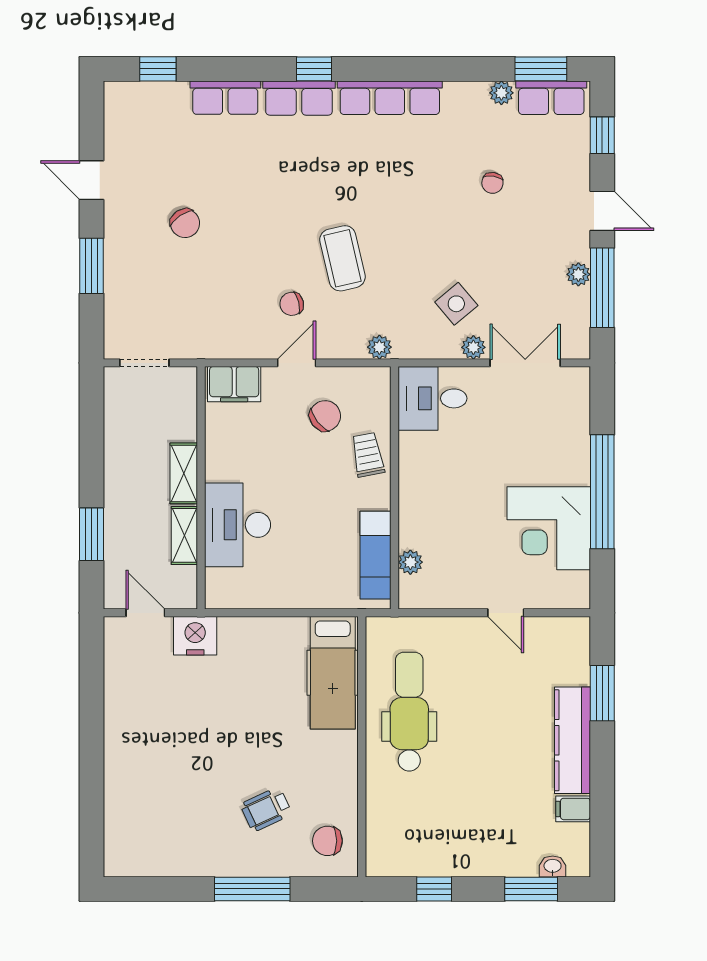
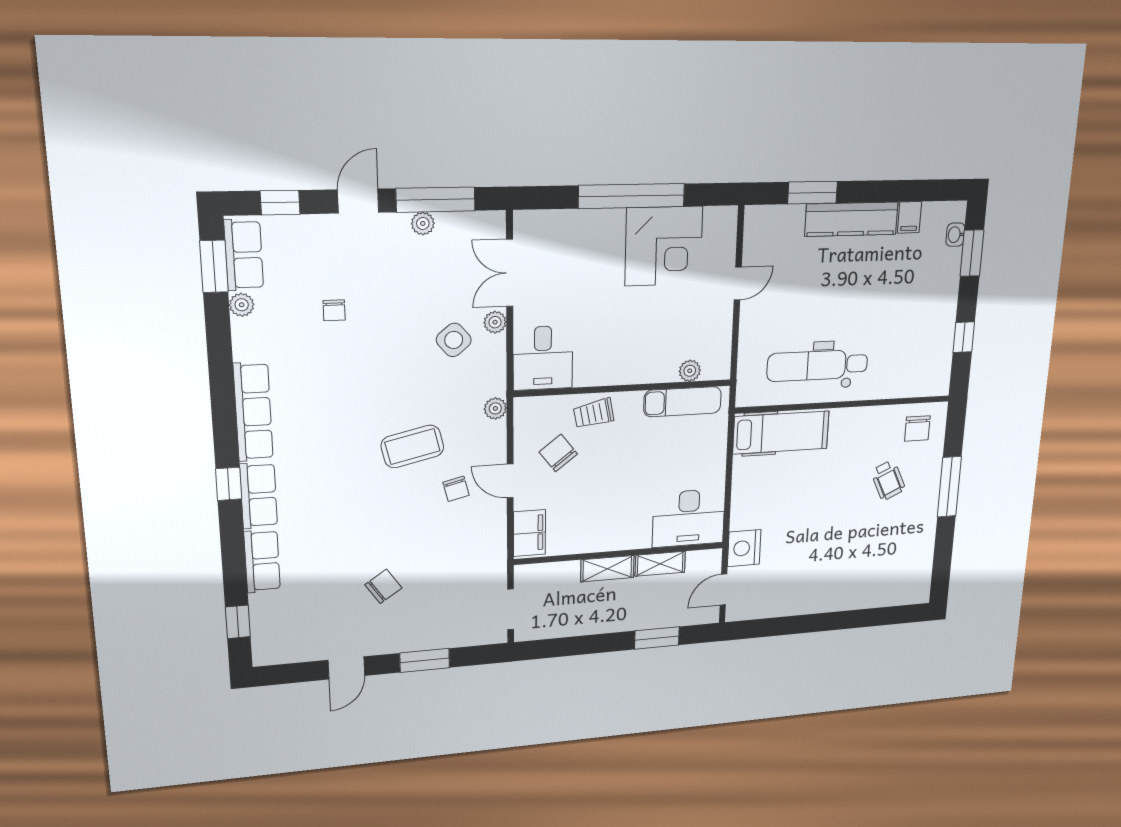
chair: (492, 183) -> (334, 310), turned 82
desk: (238, 525) -> (689, 518), moved

